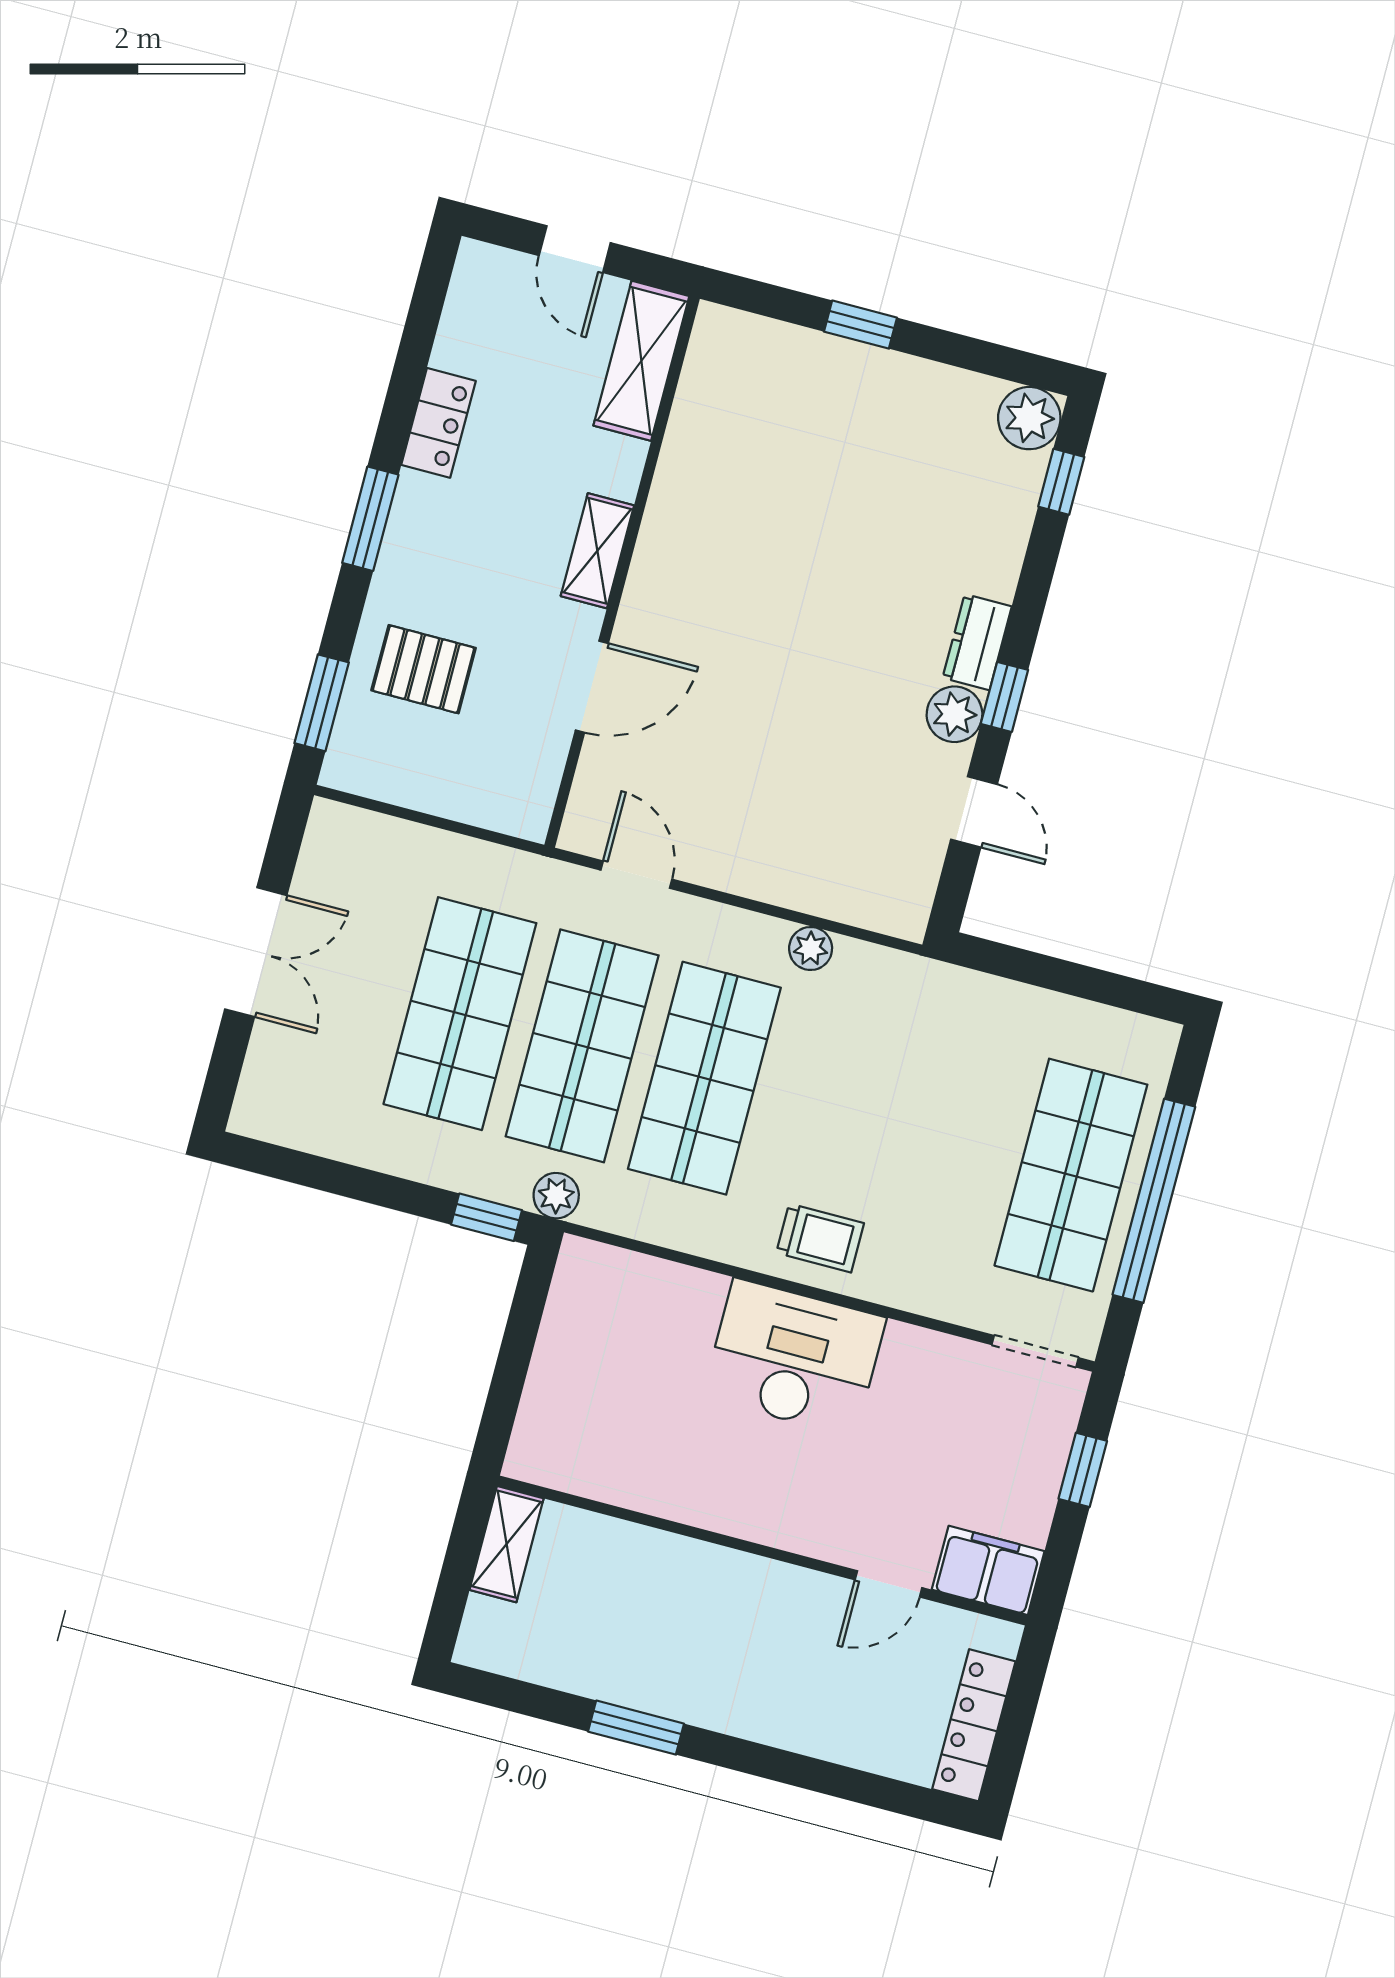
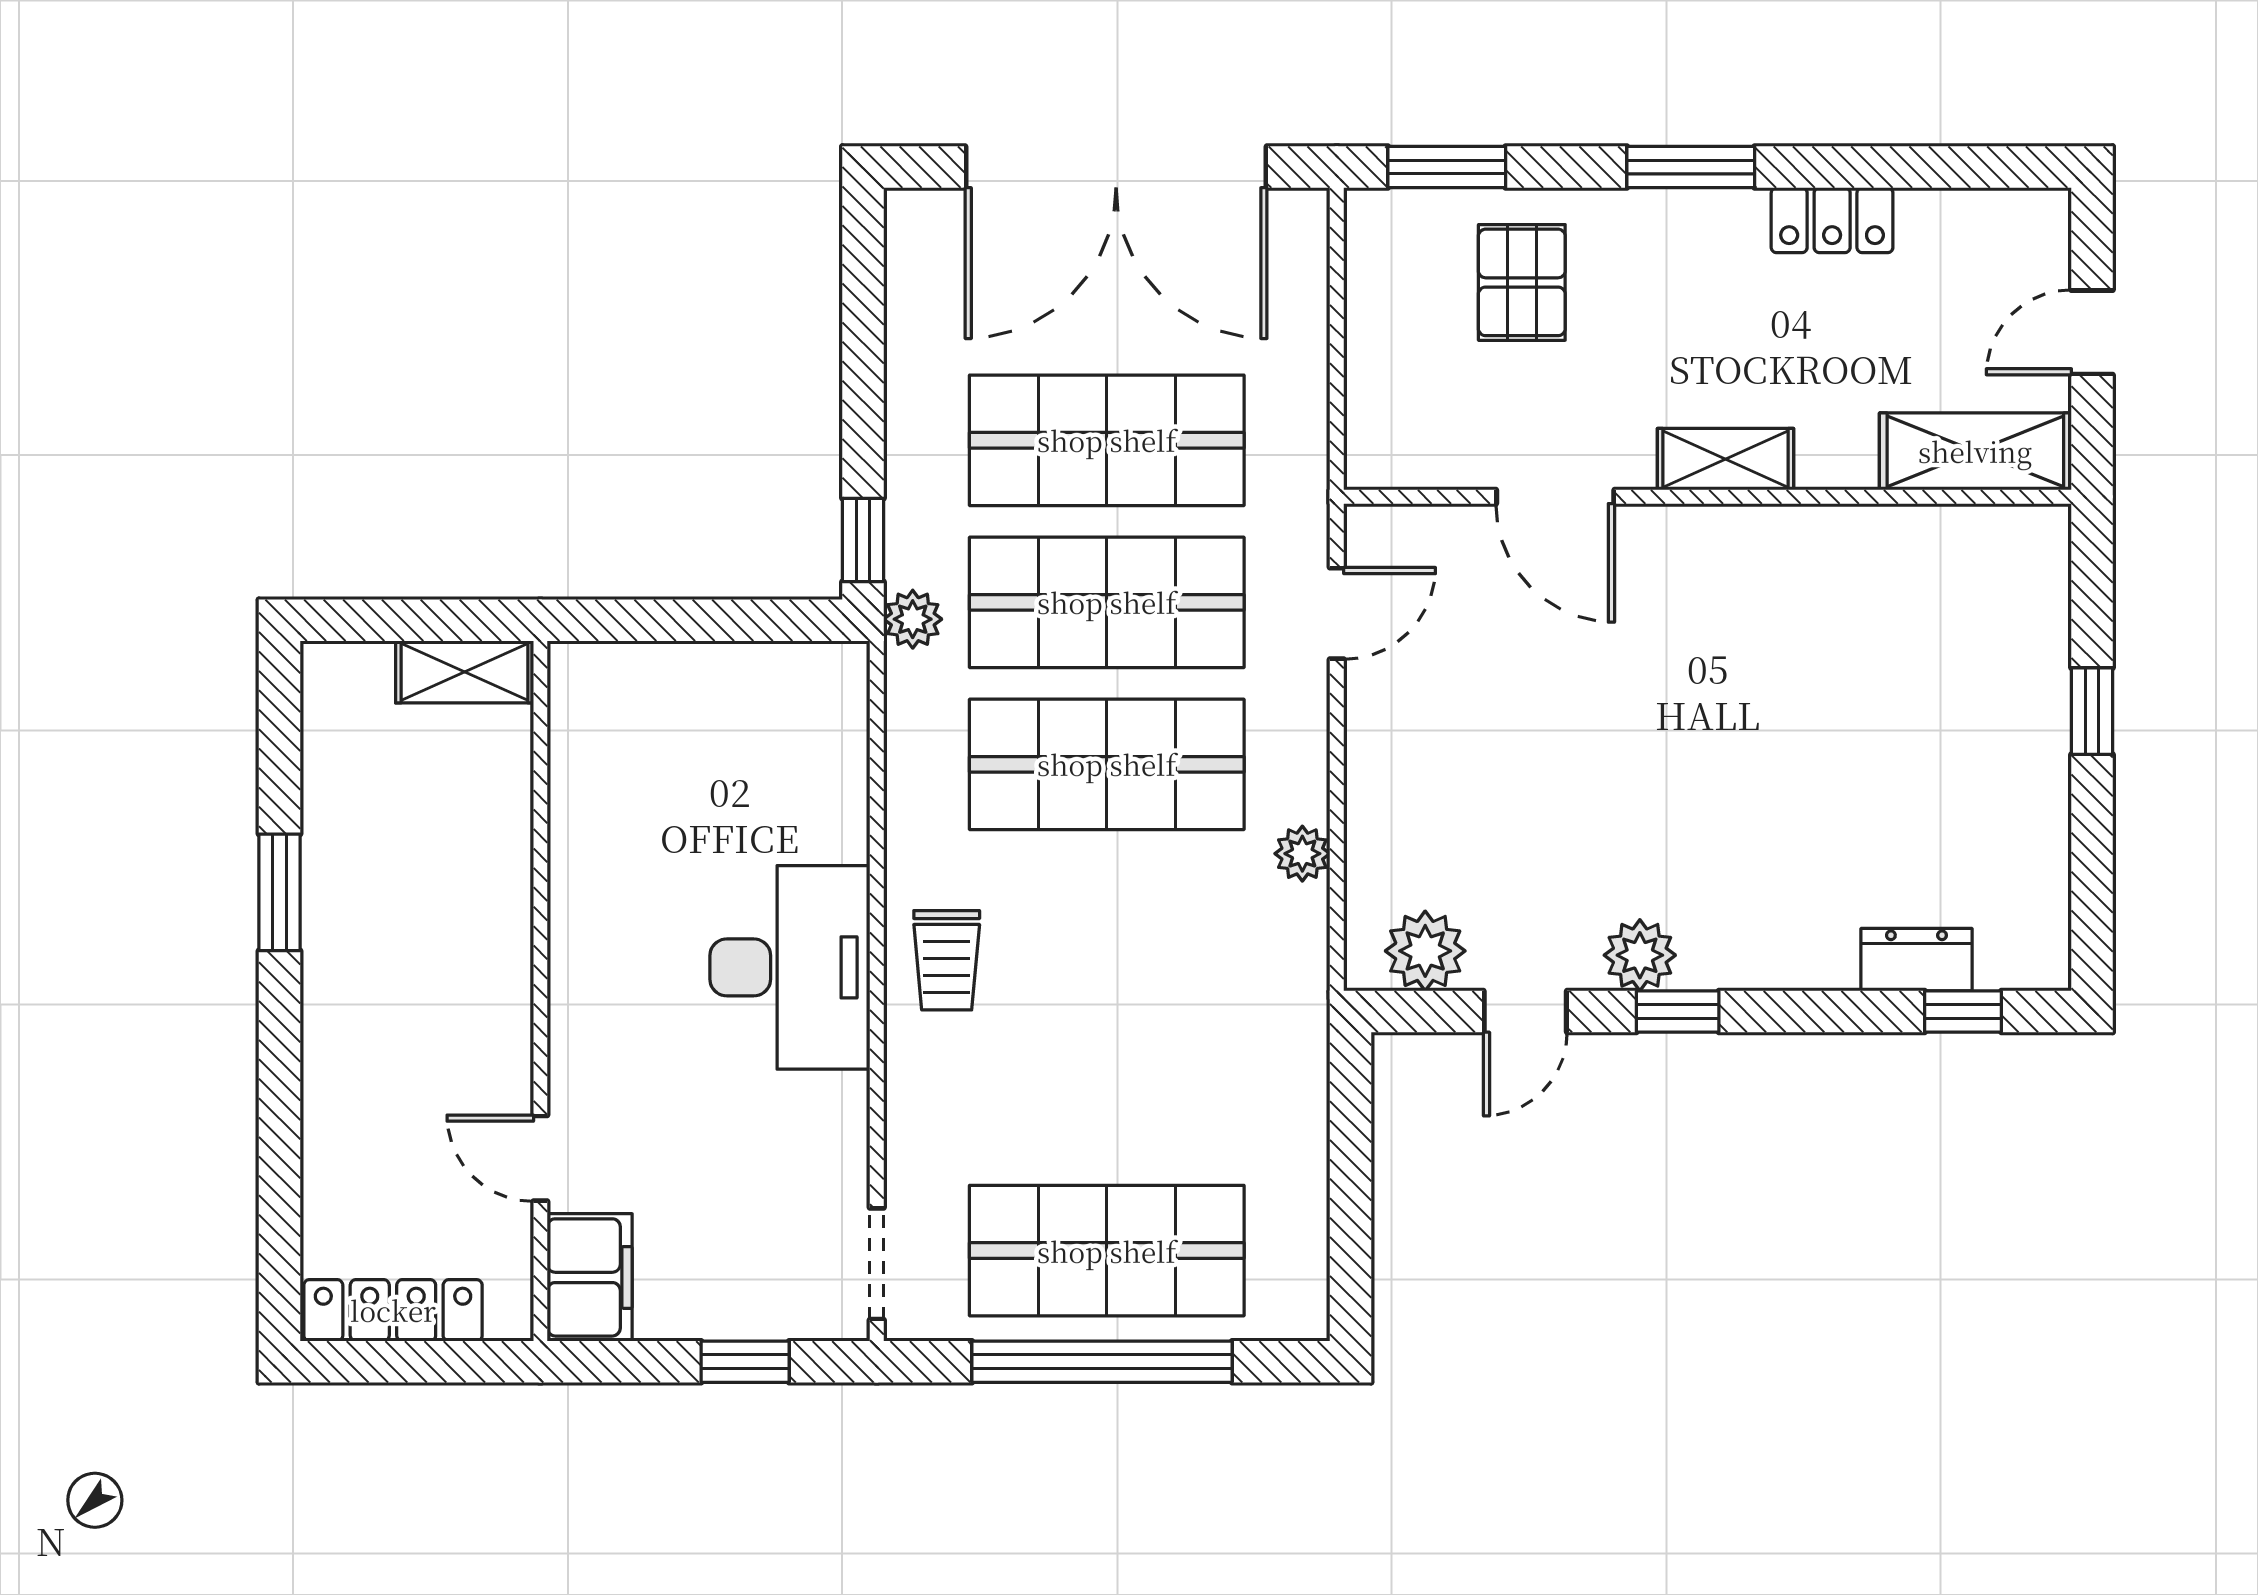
plant: (1029, 418) -> (1425, 951), moved
dresser: (977, 642) -> (1916, 960), moved
double door: (256, 952) -> (1116, 167), width x1.87

